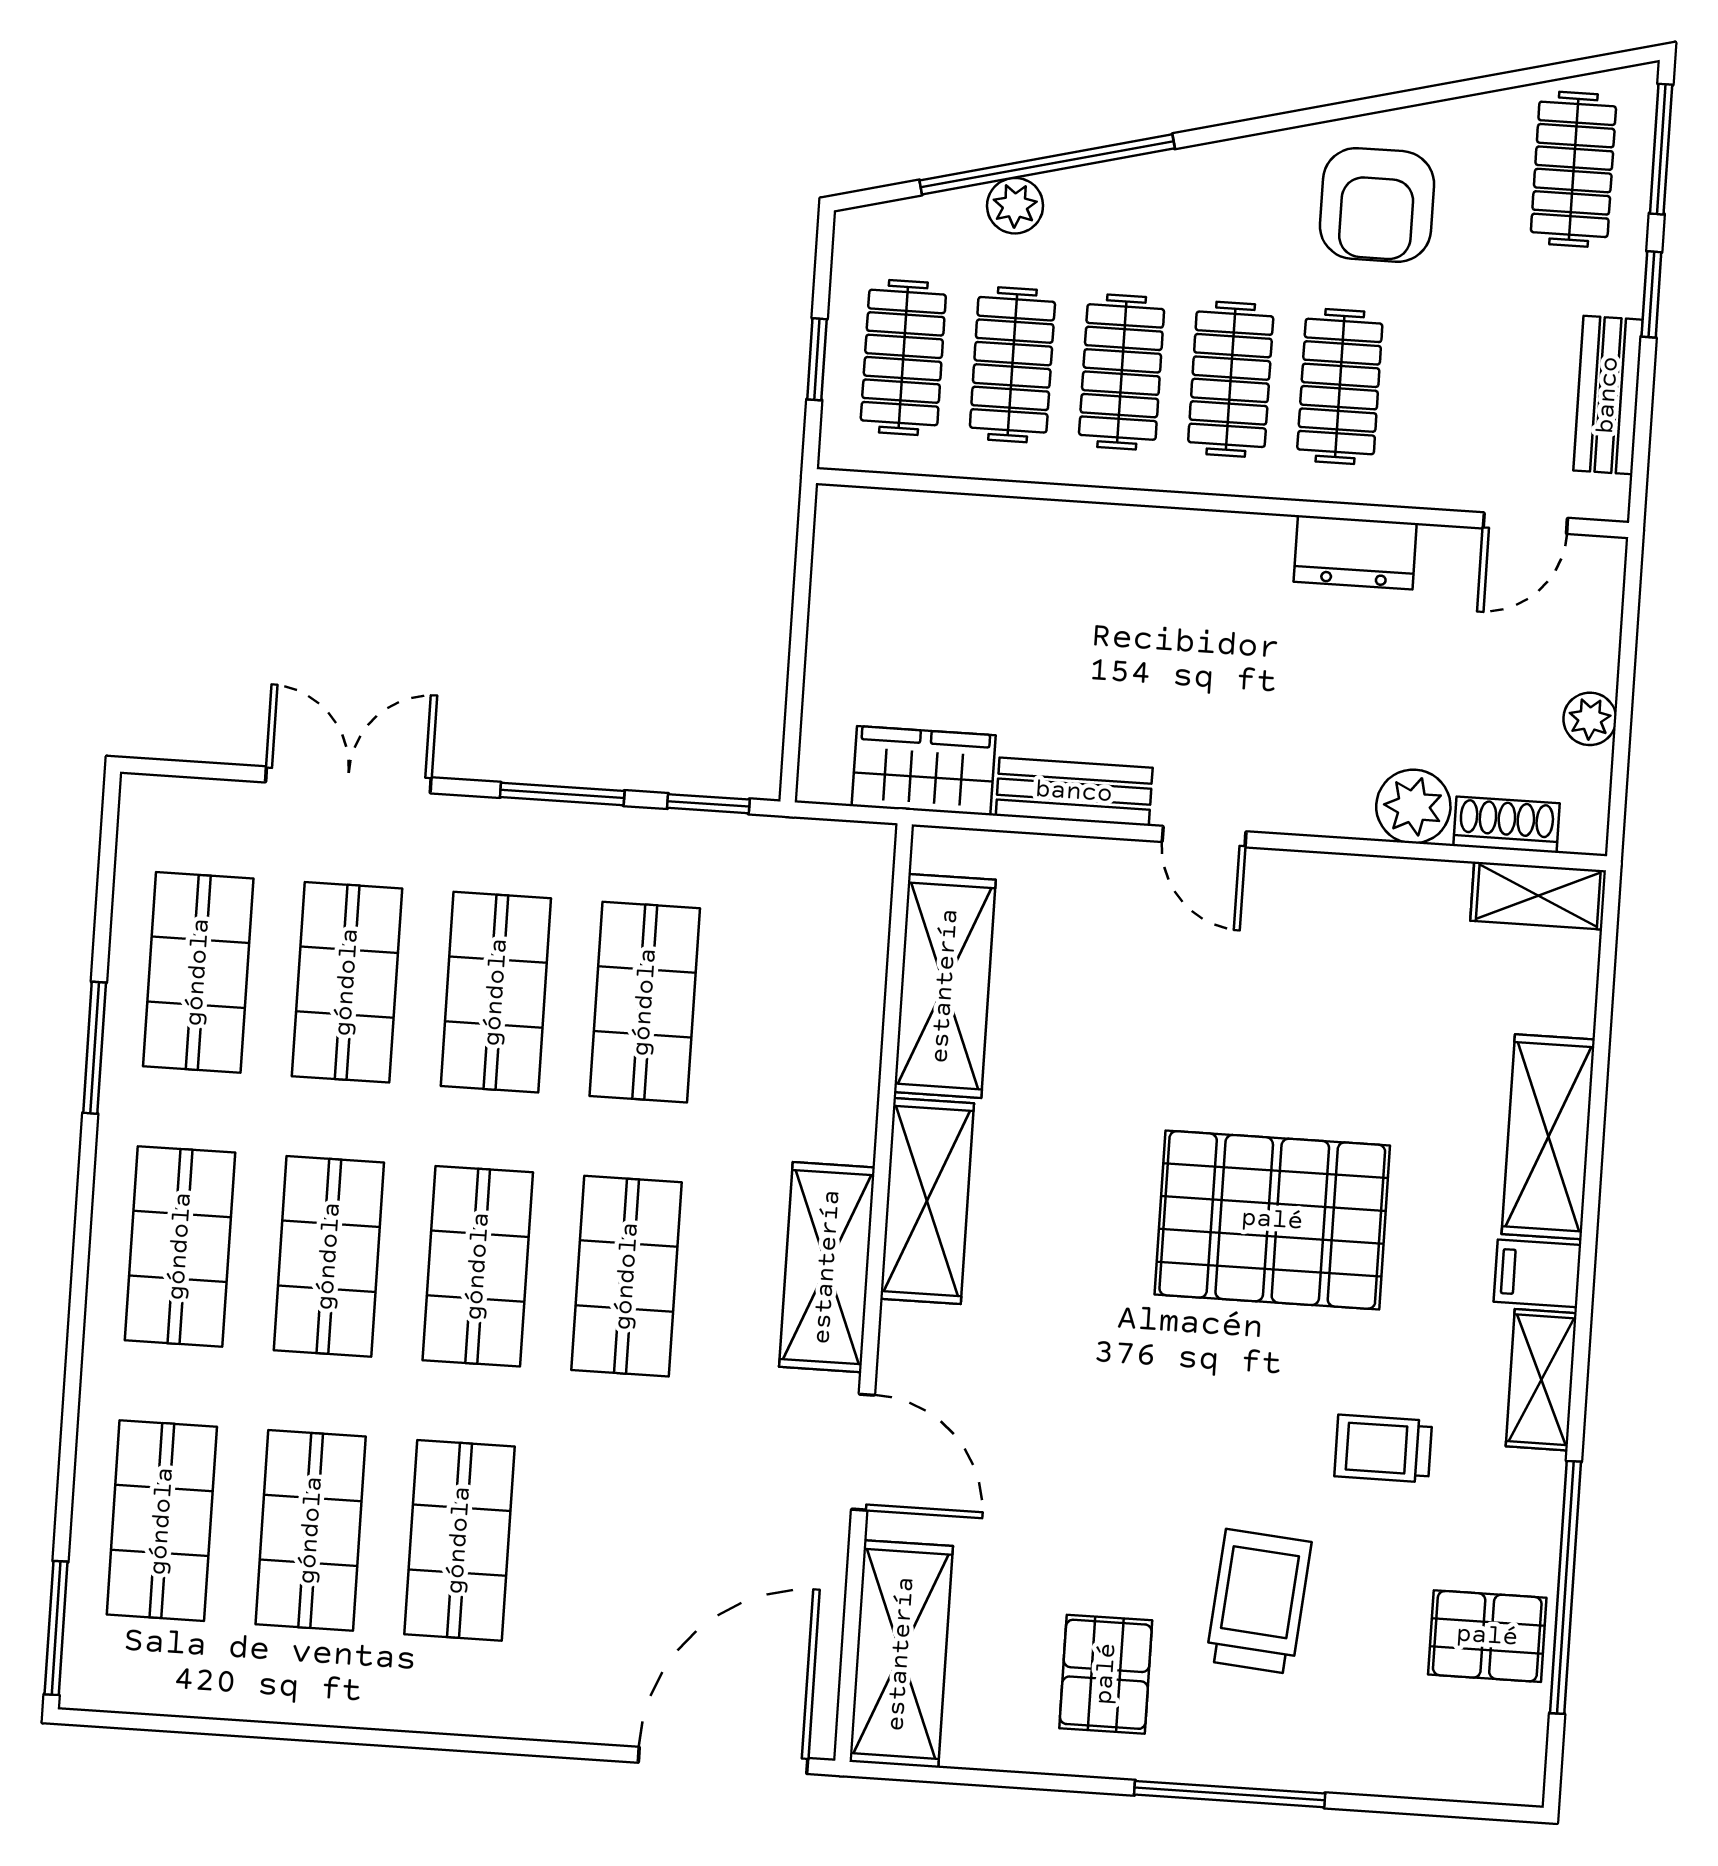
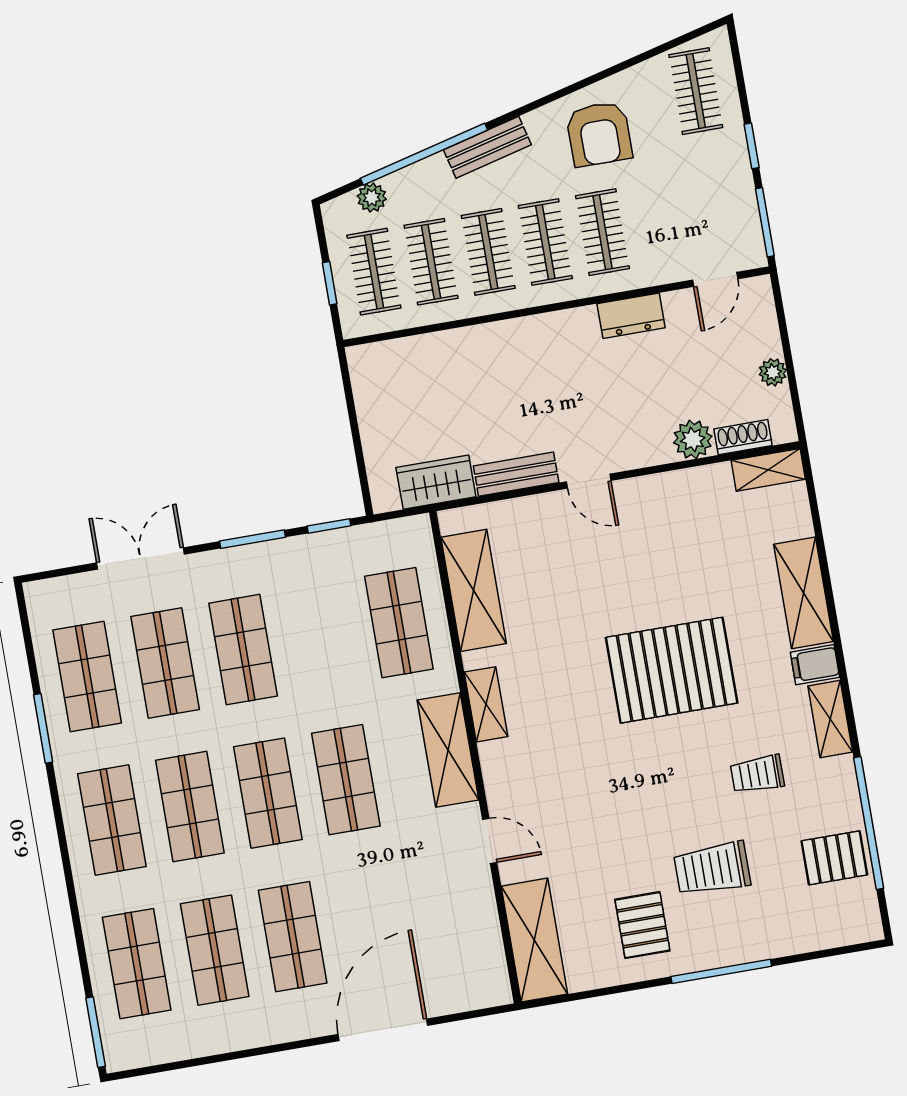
window: (1661, 149) -> (765, 222), moved
plant: (1015, 206) -> (372, 198), moved
bench: (1608, 395) -> (487, 147), moved, turned 76
shop shelf: (645, 1002) -> (399, 623), moved
shelving: (927, 1201) -> (486, 704), width x0.67, depth x0.75
door: (863, 1452) -> (490, 841), width x0.73
trolley: (1259, 1601) -> (712, 869), turned -95
door: (723, 1760) -> (383, 1030), moved

